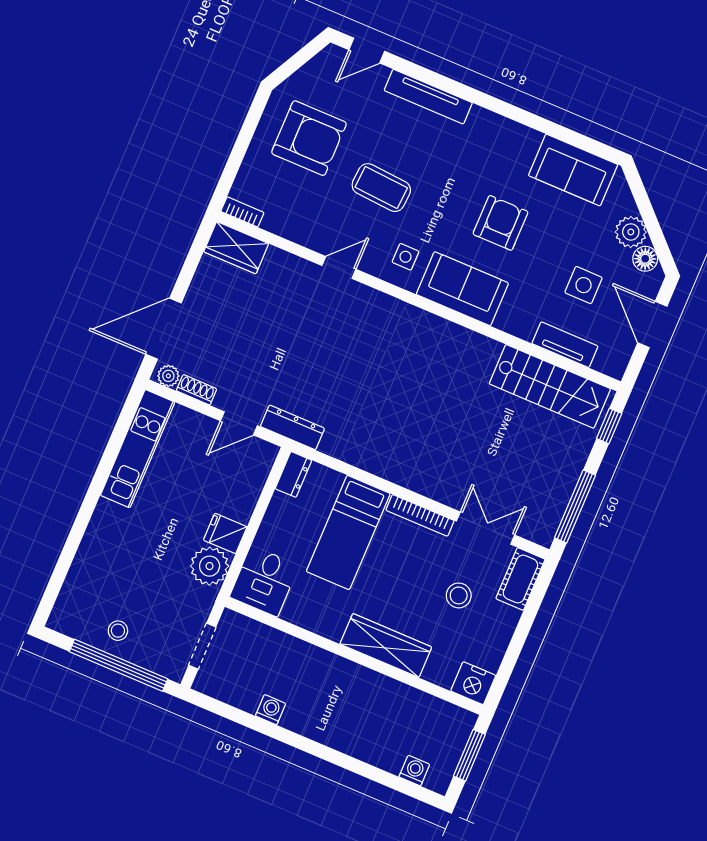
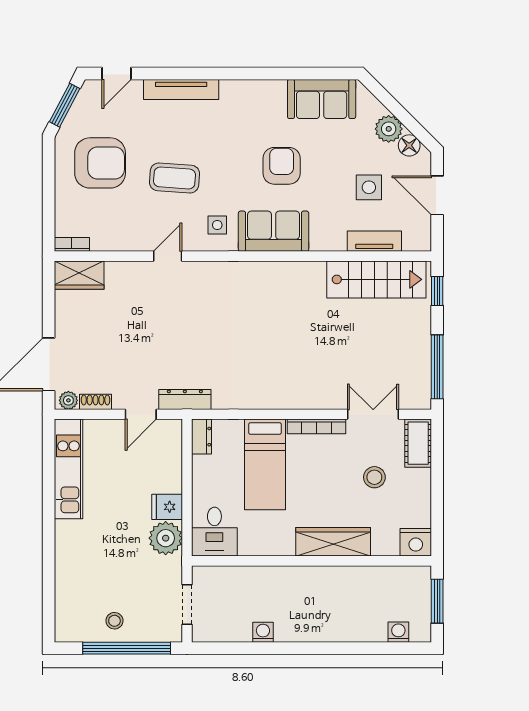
window: (297, 61) -> (65, 105), added

